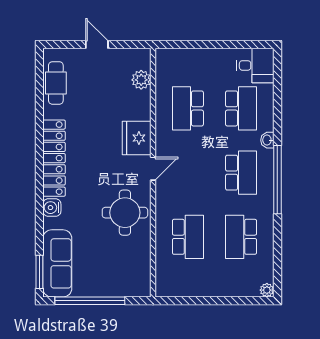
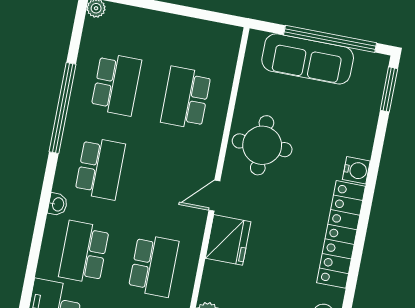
school desk: (241, 173) -> (100, 168), turned 180
window: (277, 180) -> (62, 108), moved
sofa: (57, 263) -> (308, 59), moved, turned -90

